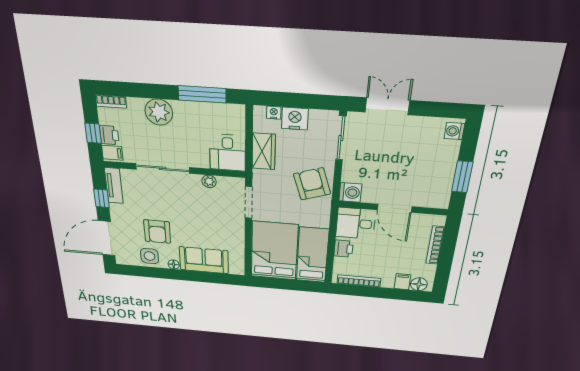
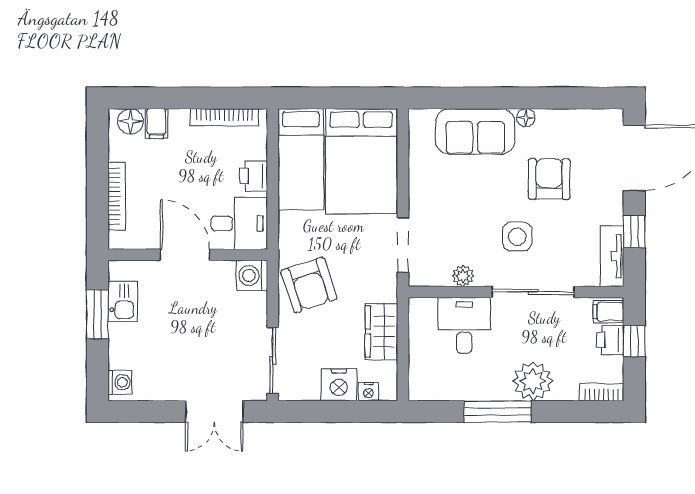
window: (202, 94) -> (498, 412), moved
desk: (227, 153) -> (464, 325), moved
kitchen sink: (443, 183) -> (123, 302), added
side table: (150, 256) -> (517, 237), moved

